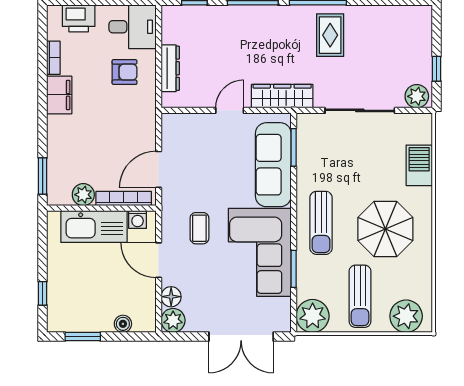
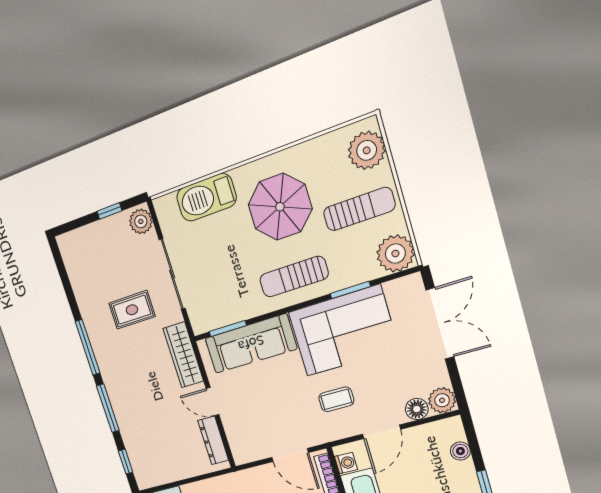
rug: (330, 35) -> (132, 310), moved
dresser: (170, 68) -> (213, 440), moved, turned -90
barbecue: (419, 165) -> (206, 197), width x1.37, depth x1.21
sun lounger: (321, 223) -> (294, 277), turned 180

